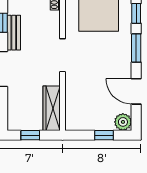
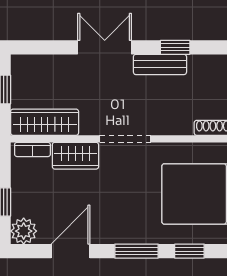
wardrobe: (74, 88) -> (75, 156), added
bookcase: (69, 116) -> (32, 149), added

